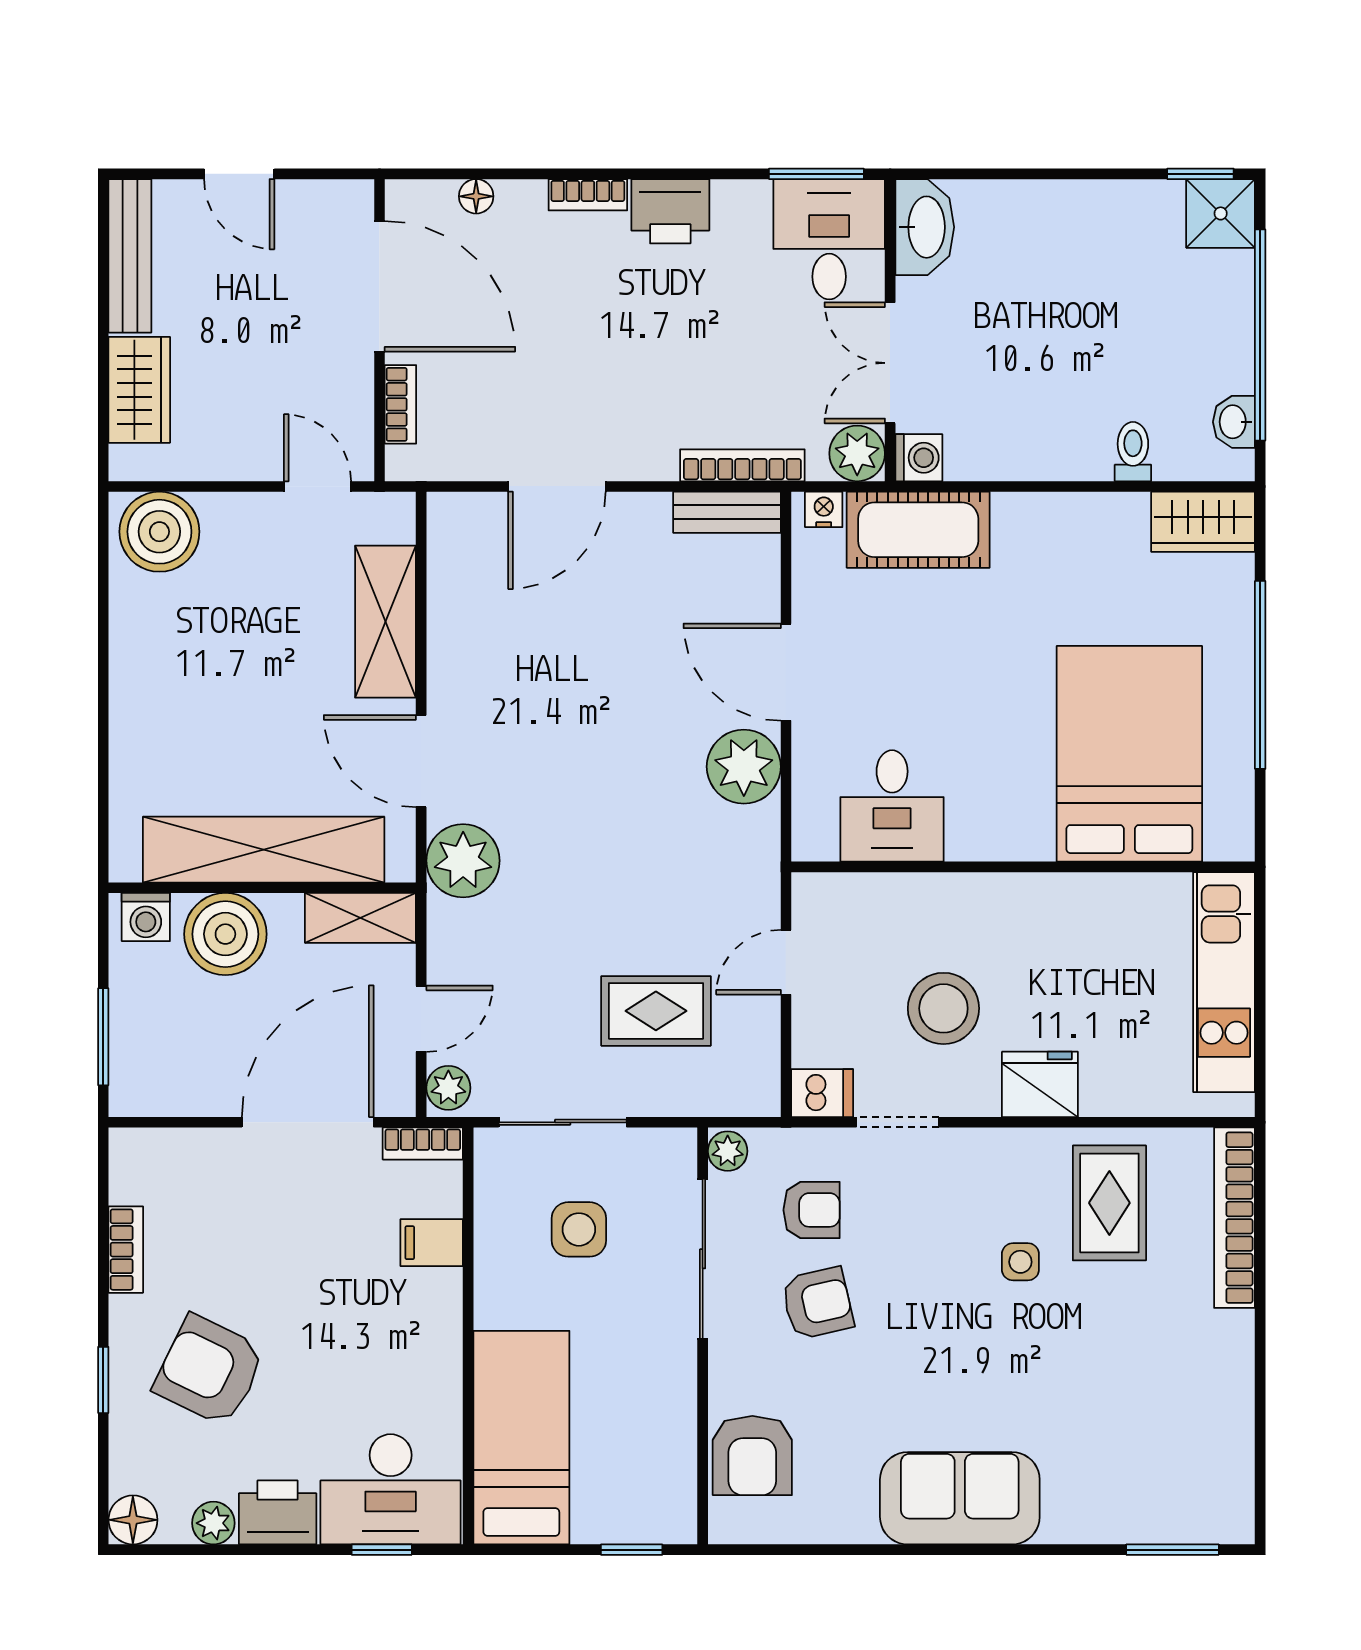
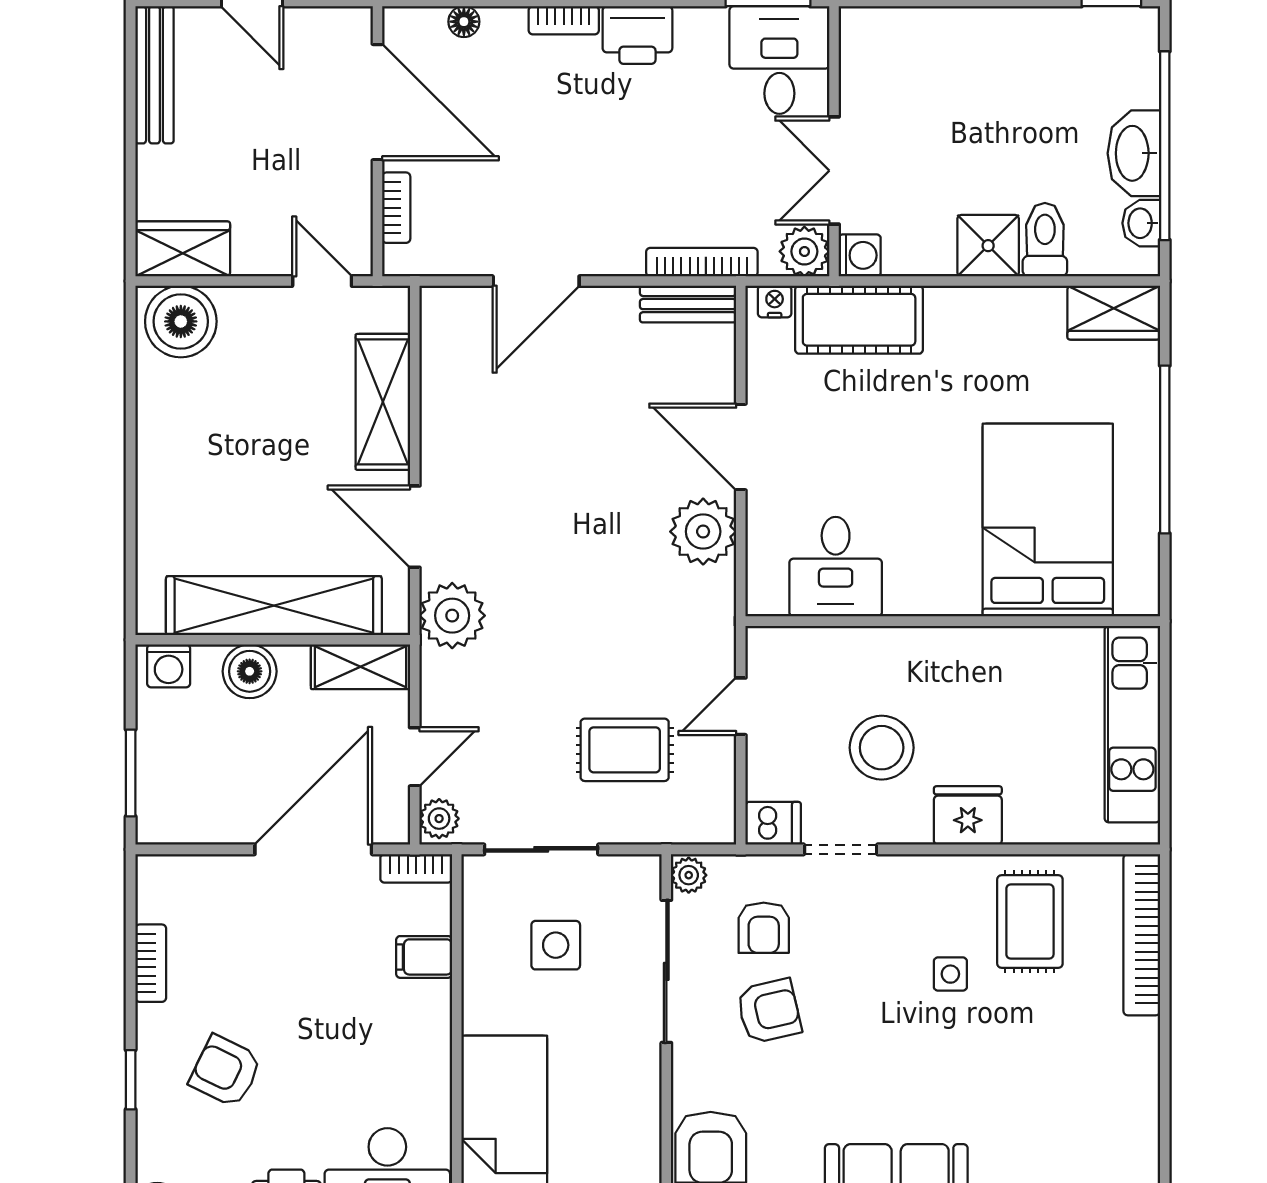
shower: (1221, 213) -> (988, 246), moved
washbasin: (925, 227) -> (1134, 153), moved, turned 180
wardrobe: (139, 390) -> (183, 249), moved, turned -90
toilet: (1133, 452) -> (1045, 240), width x1.37, depth x1.39
boiler: (225, 934) -> (250, 671), width x0.73, depth x0.73
armchair: (812, 1210) -> (764, 928), turned 90
armchair: (210, 1370) -> (226, 1071), width x0.72, depth x0.72

